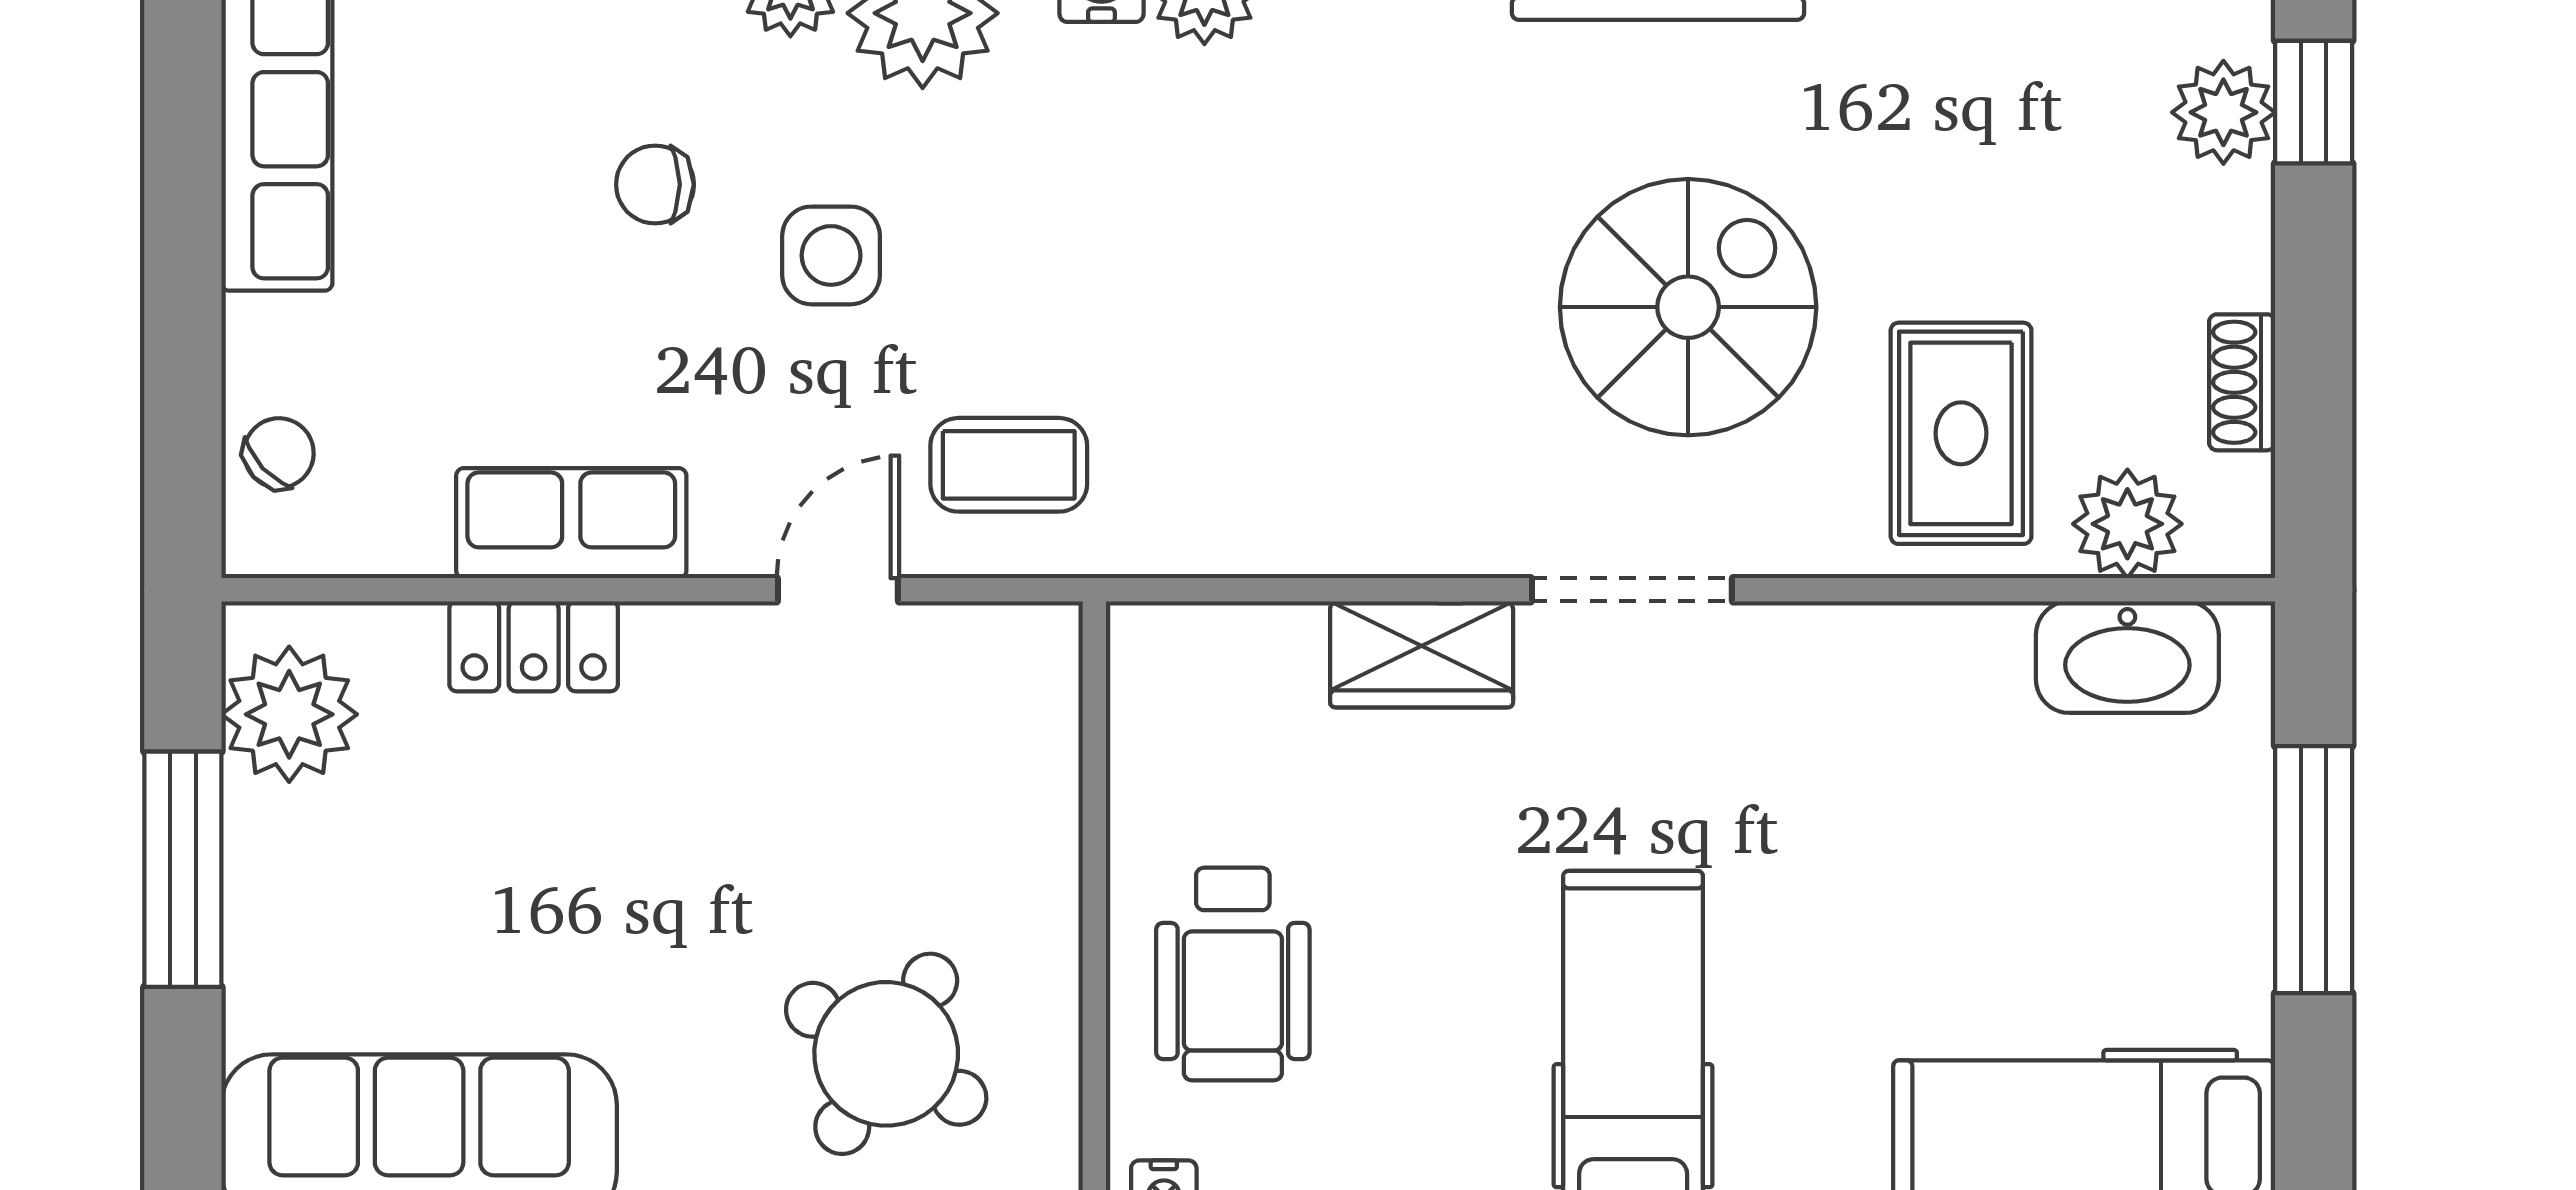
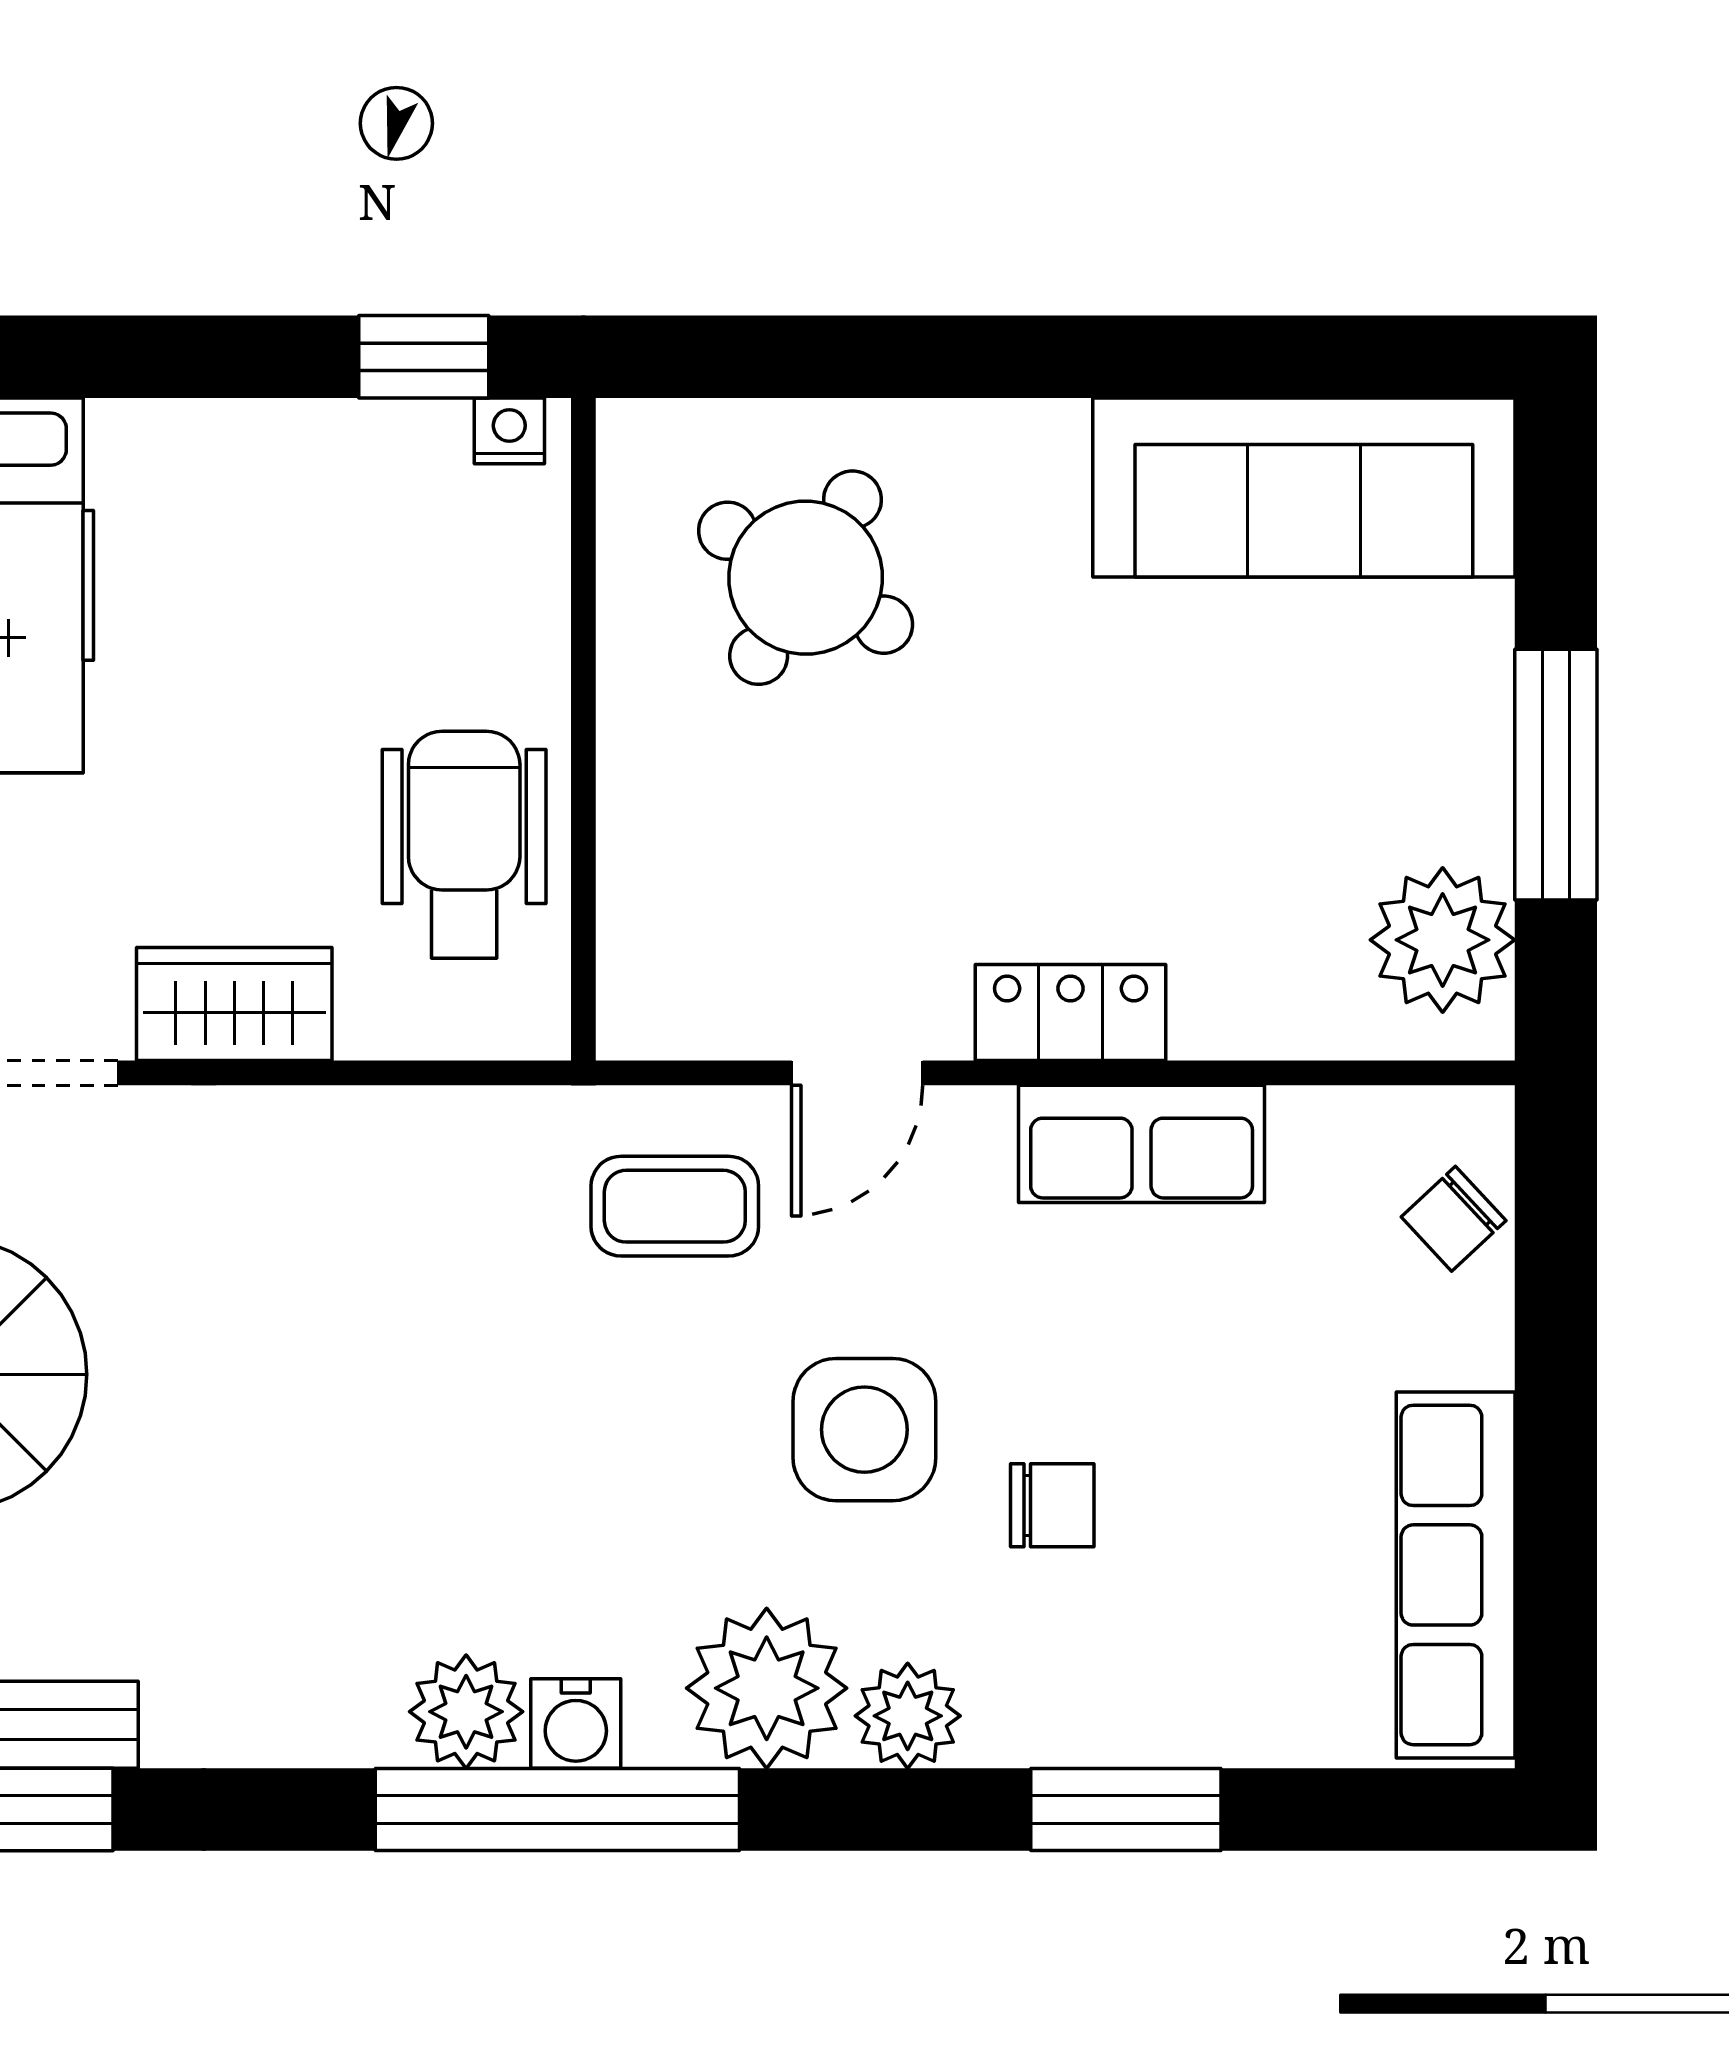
side table: (831, 255) -> (864, 1430), width x1.37, depth x1.37
locker: (534, 646) -> (1070, 1013), moved
wheelchair: (1233, 974) -> (464, 845), moved

